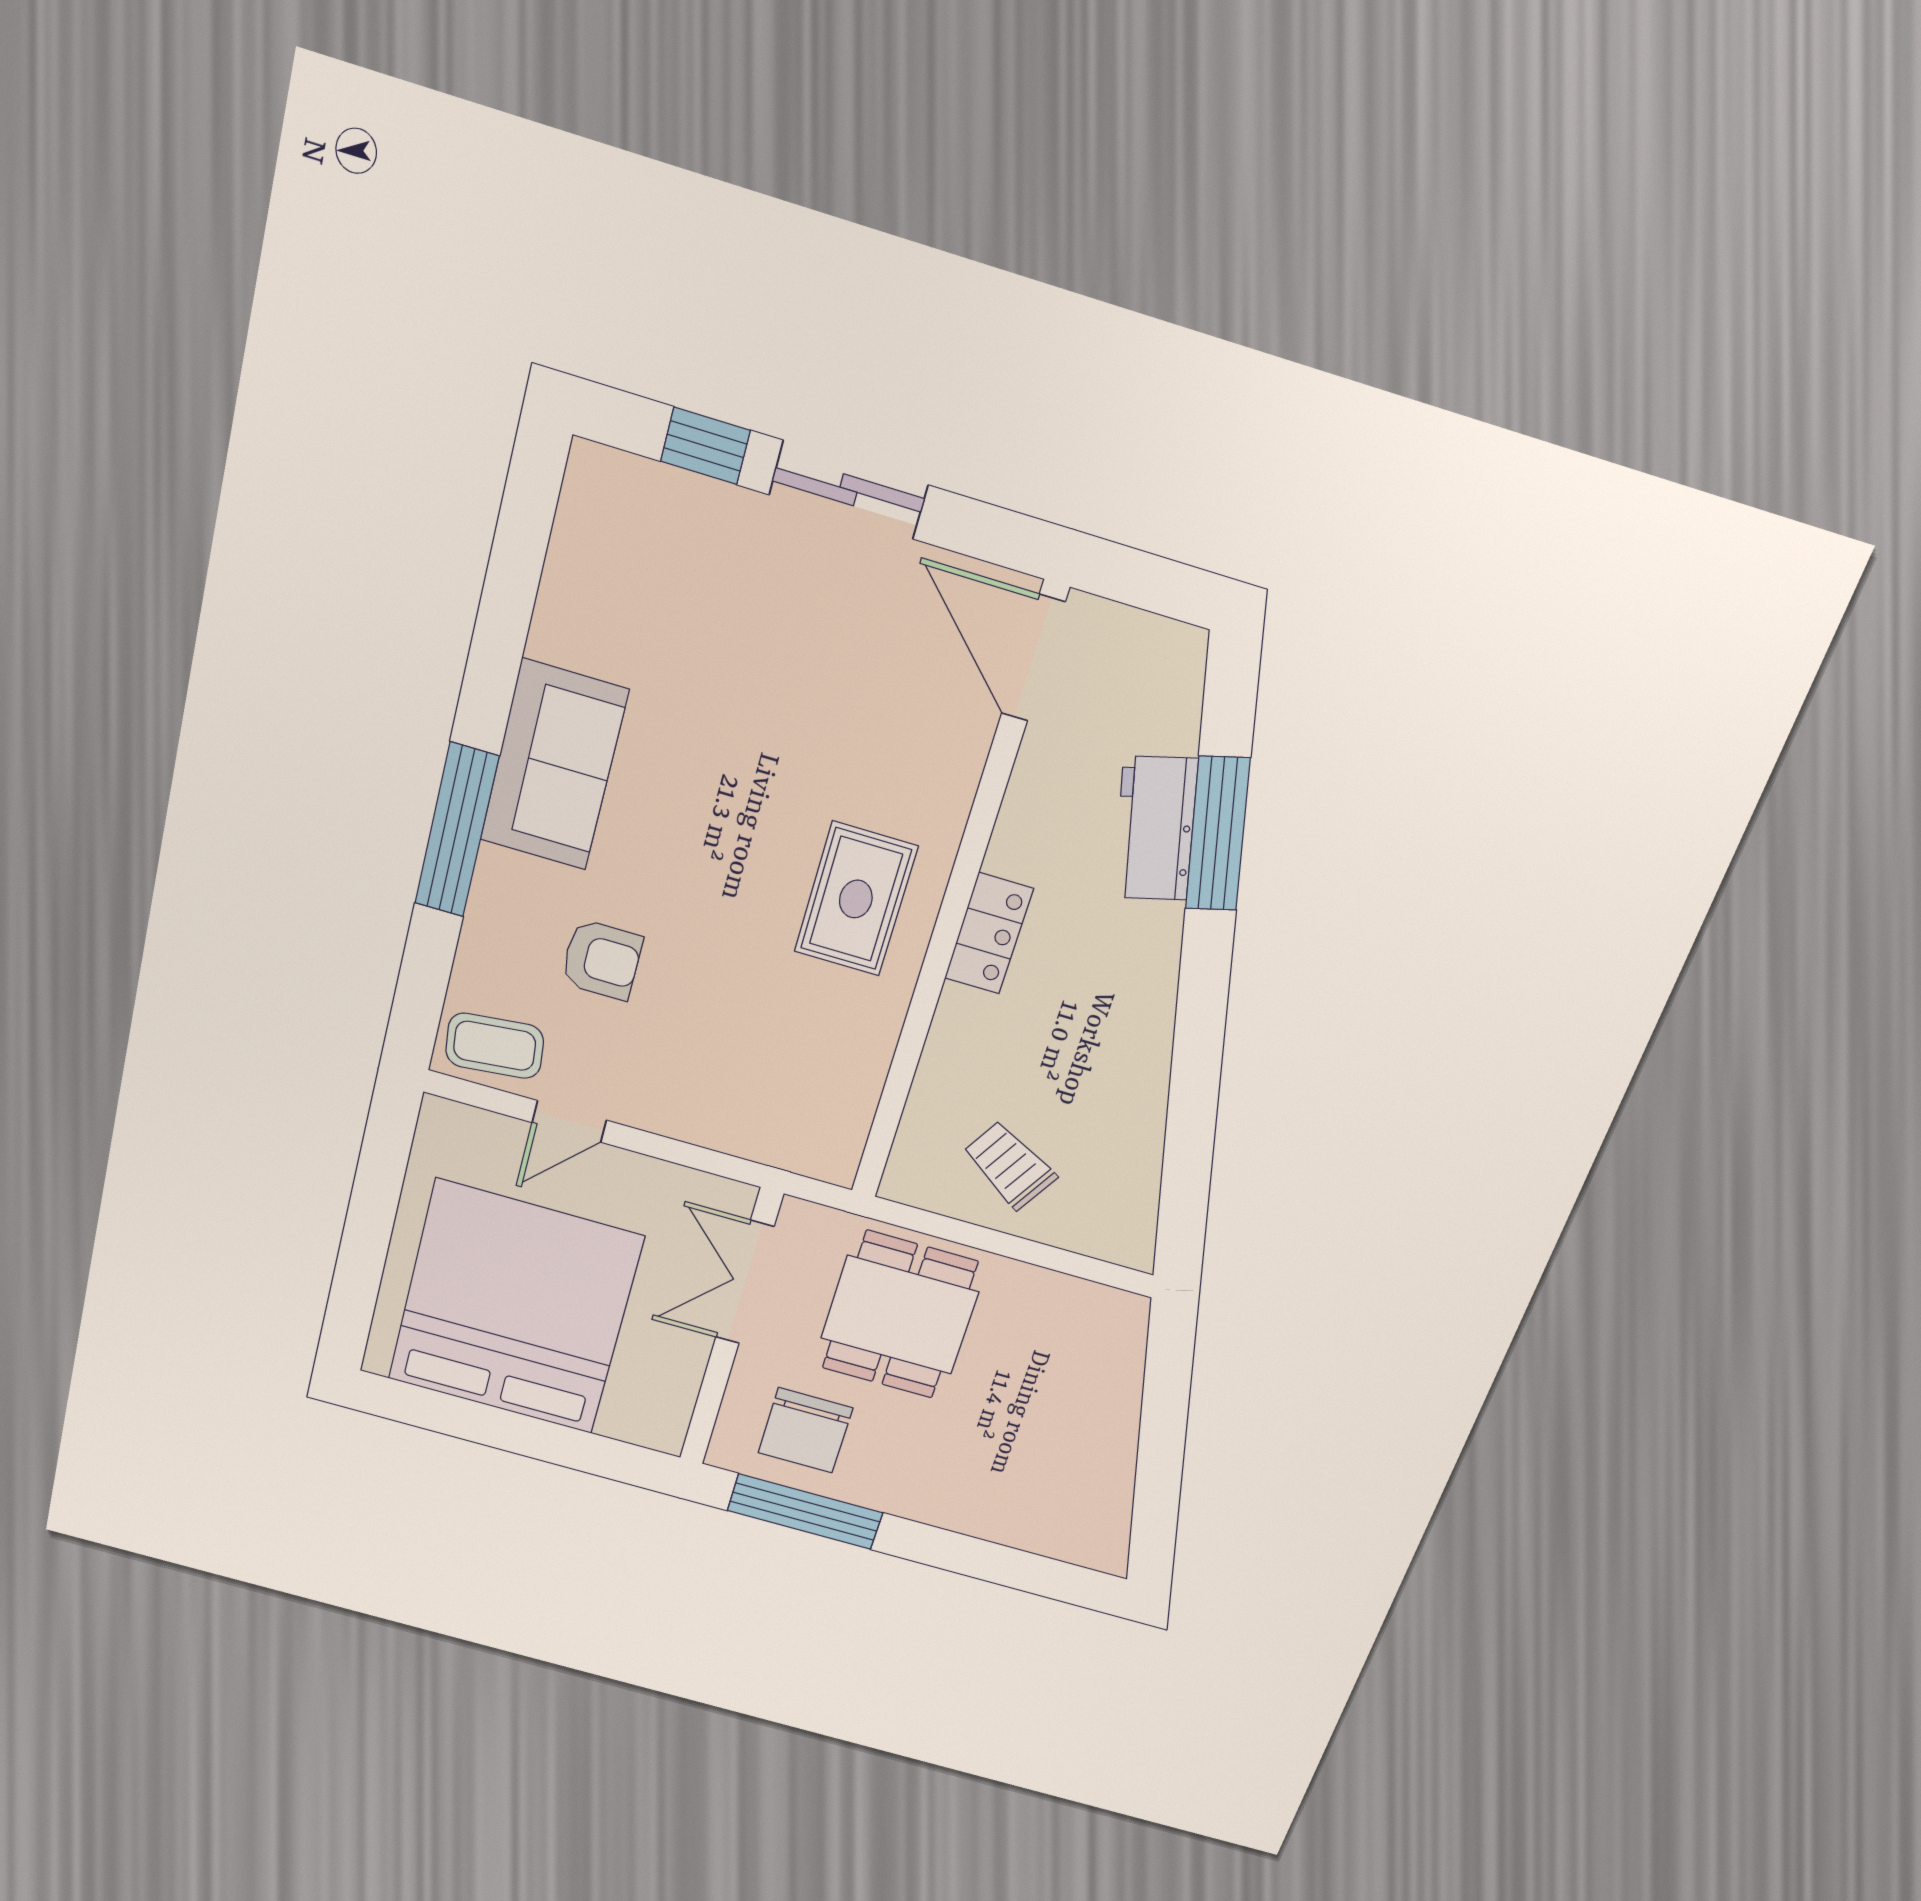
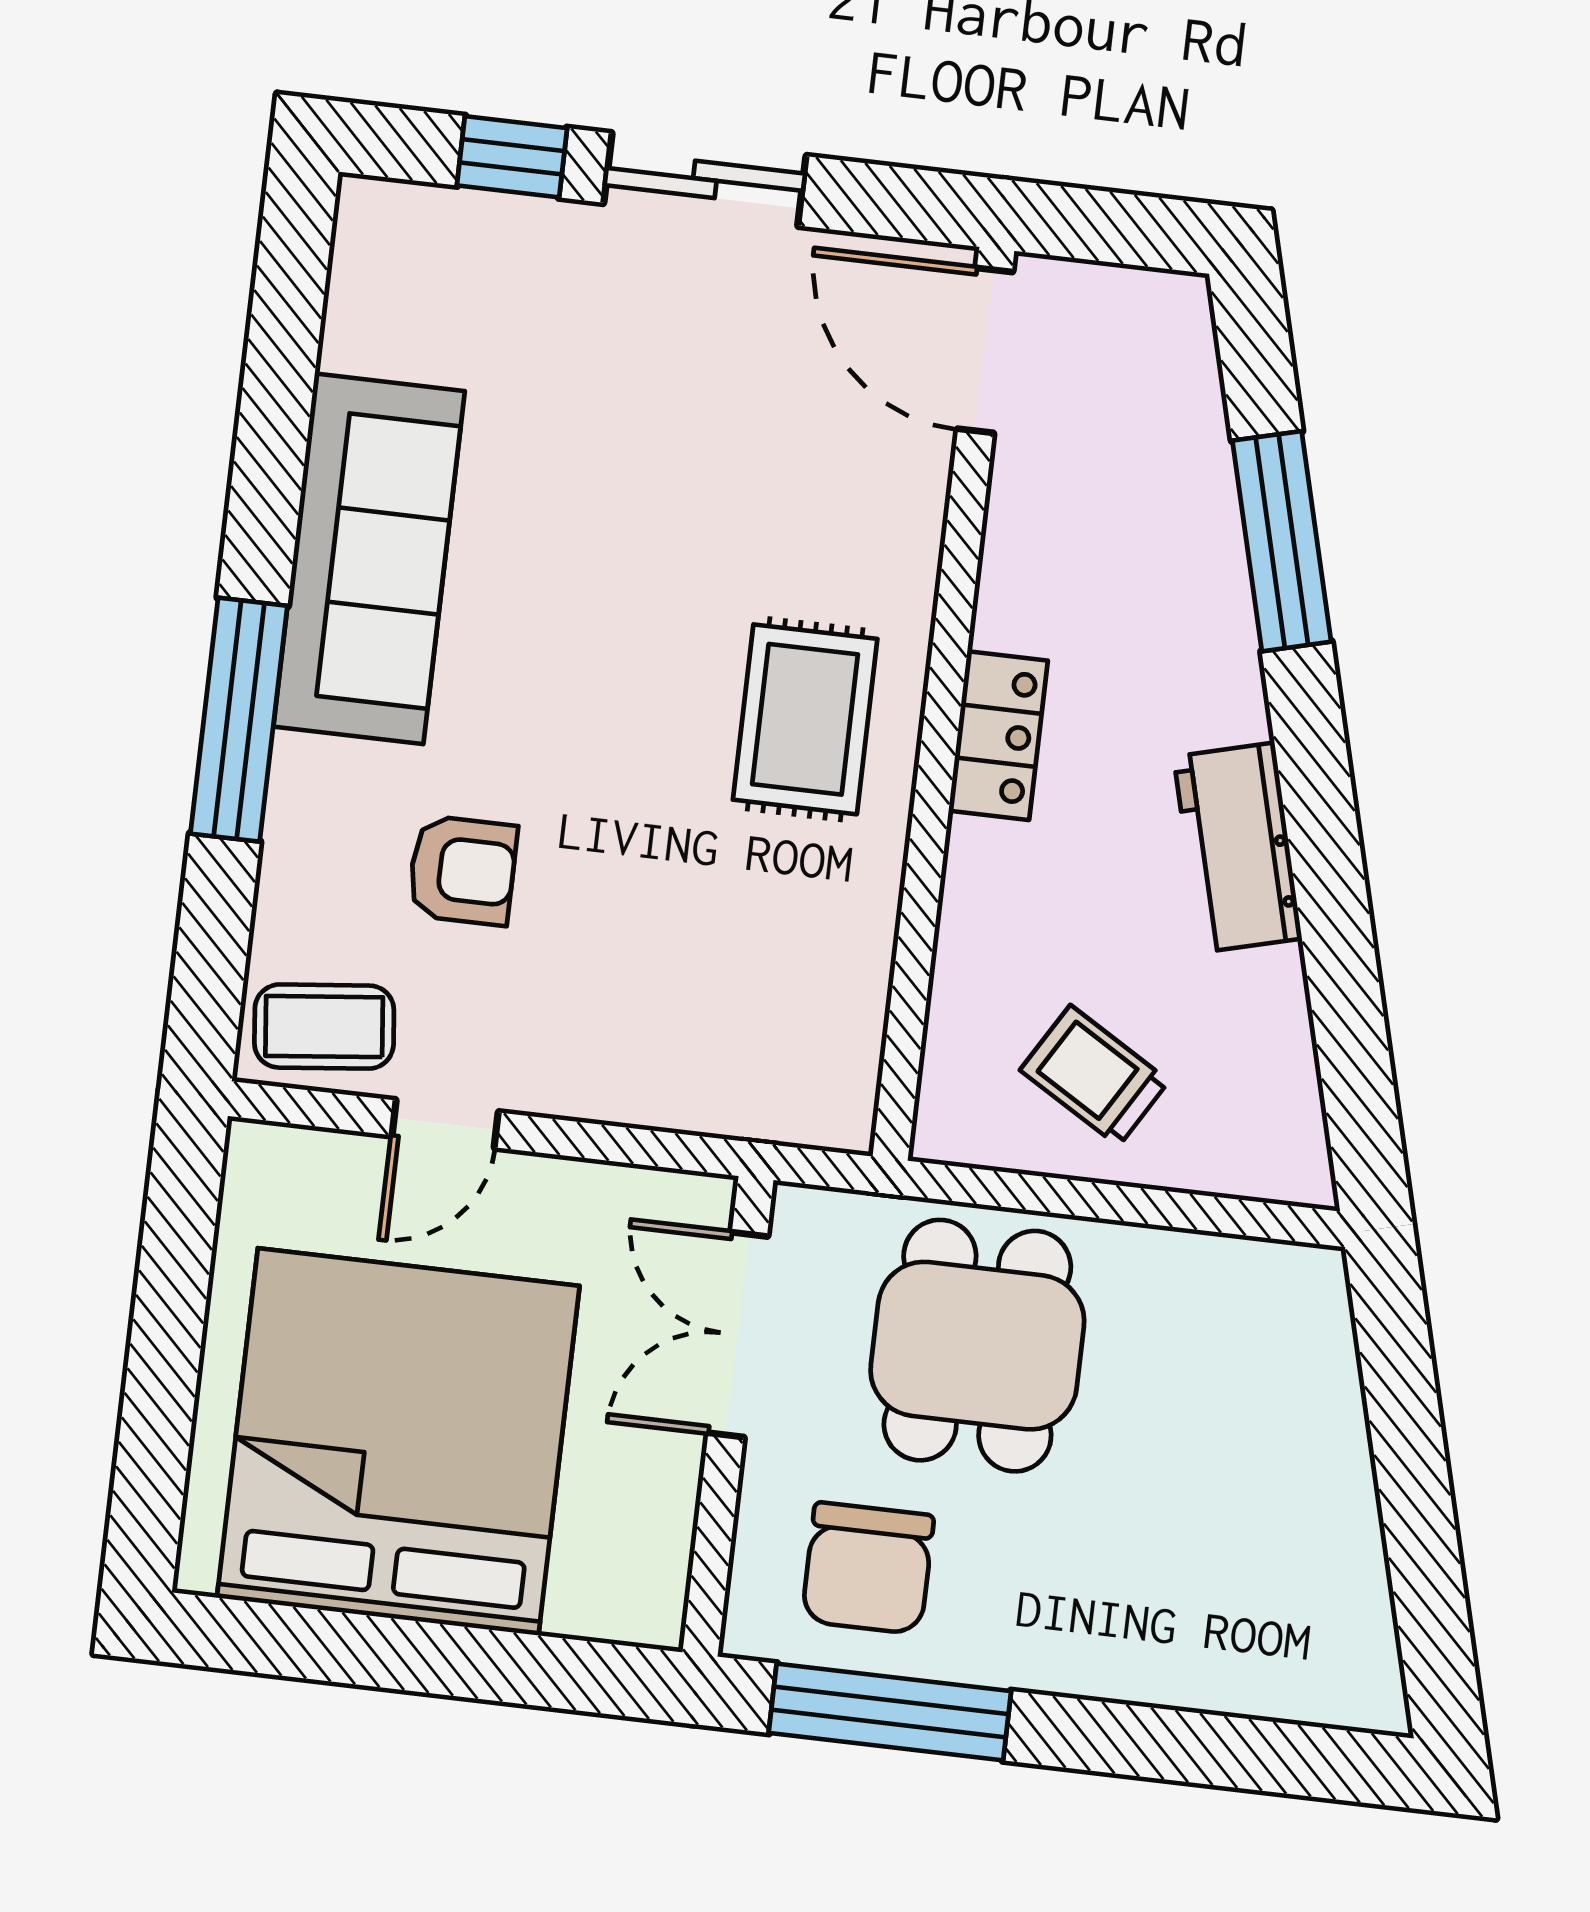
sofa: (554, 765) -> (369, 559), width x1.36
workbench: (1155, 829) -> (1238, 848), moved

